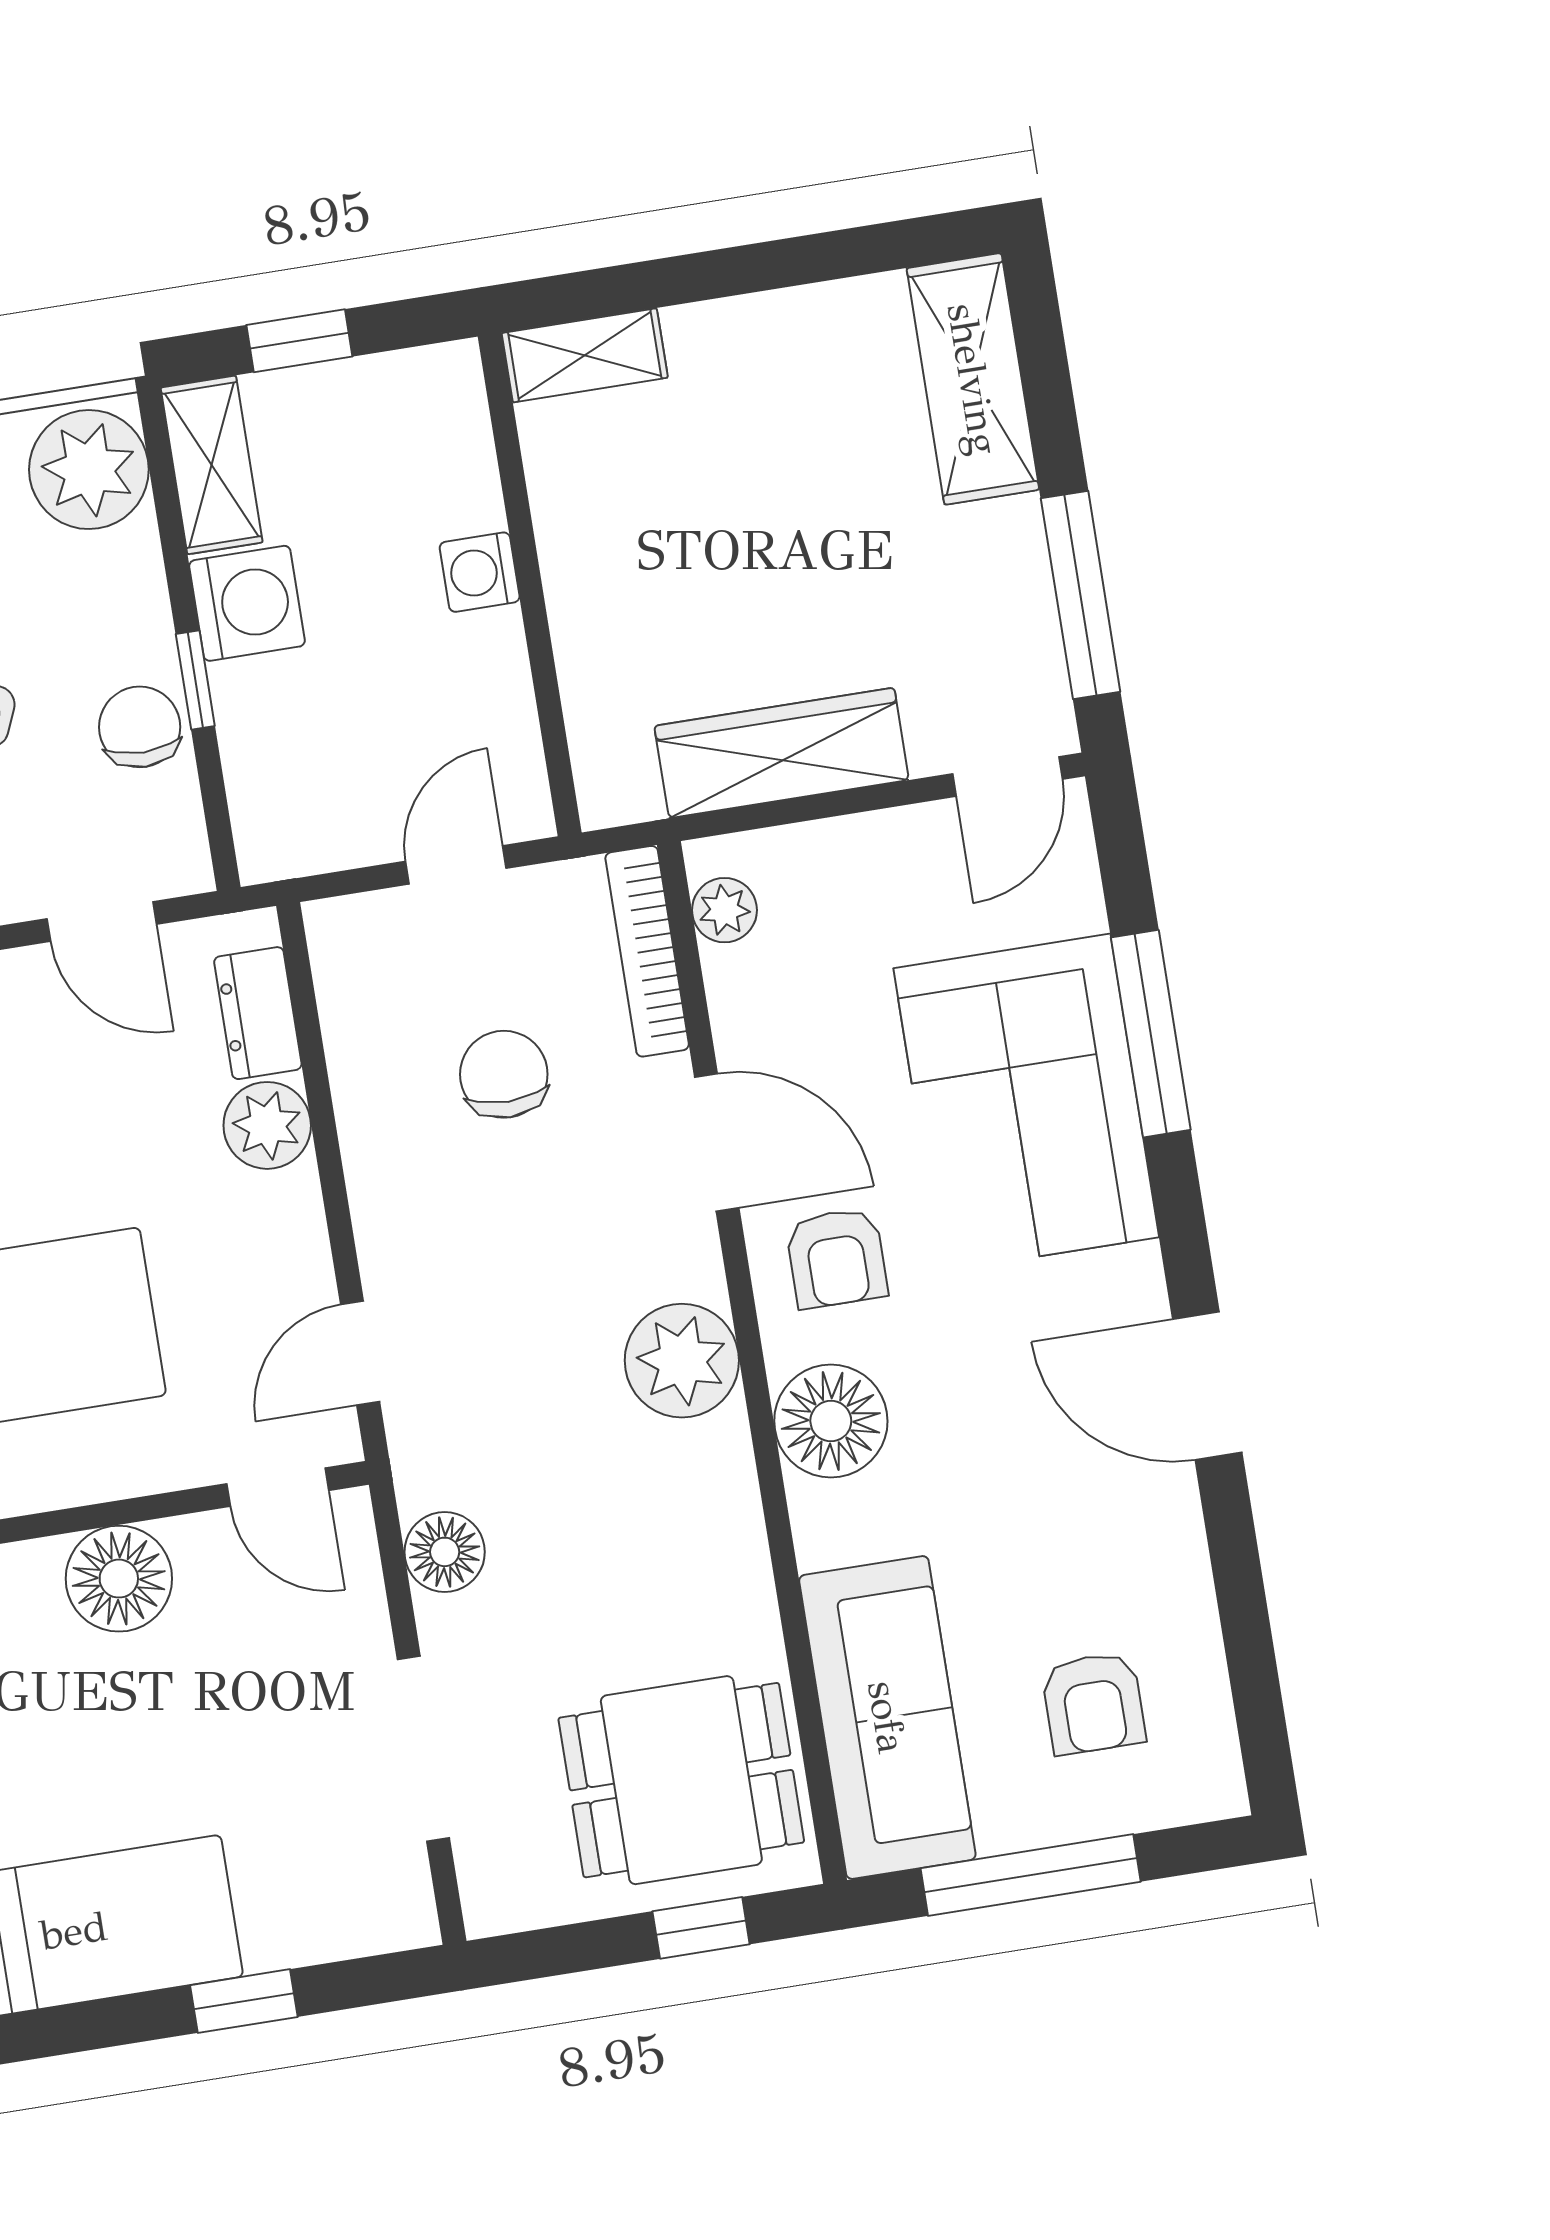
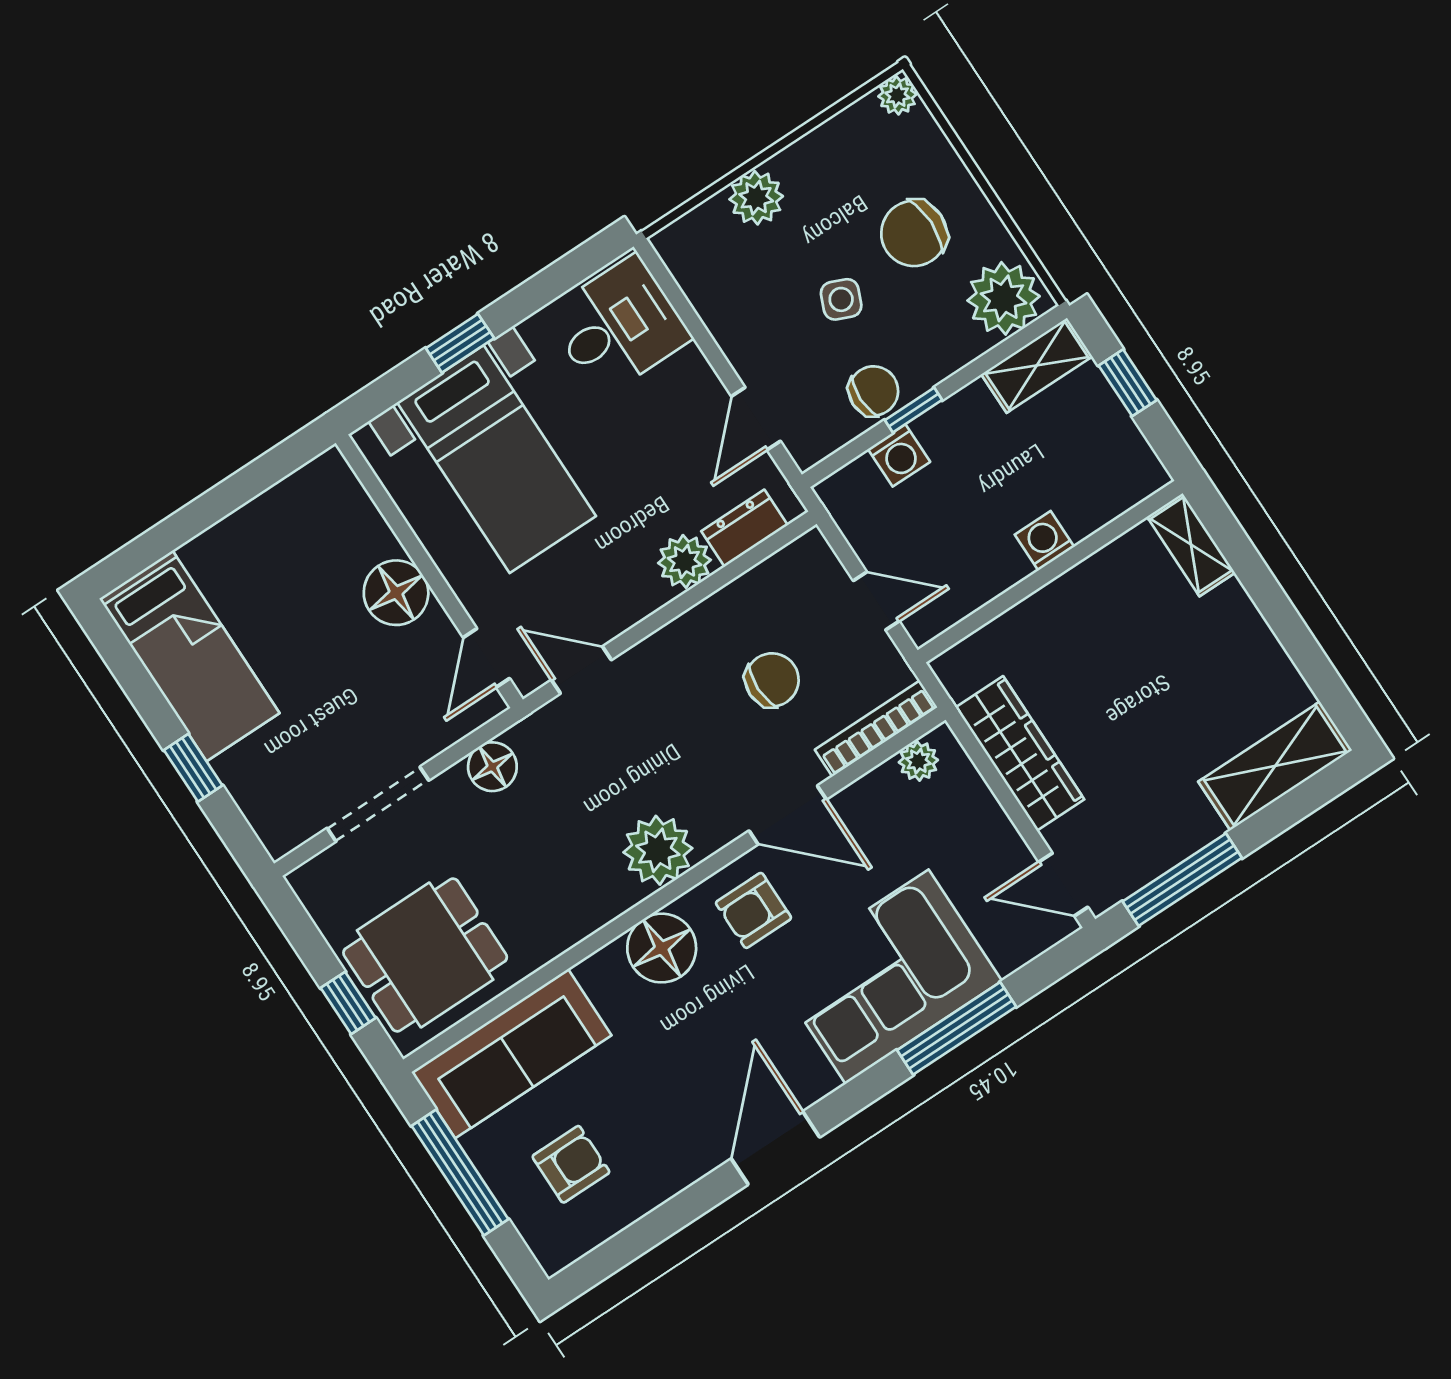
washing machine: (247, 603) -> (899, 455), moved, width x0.73, depth x0.73
door: (717, 1142) -> (788, 815), hinge flipped
armchair: (1093, 1703) -> (571, 1164), turned 180
dining table: (681, 1780) -> (425, 955), turned 90

